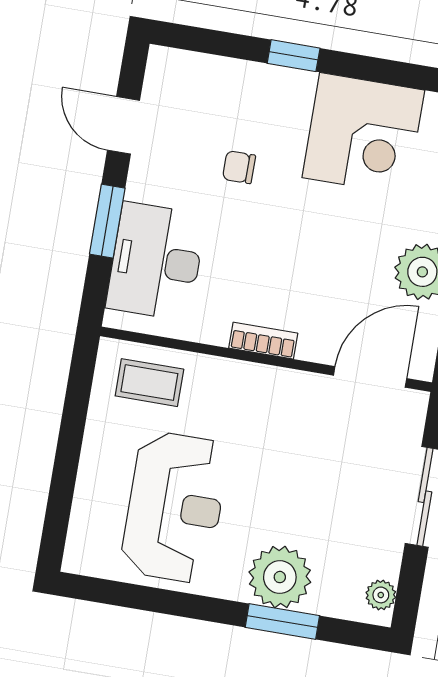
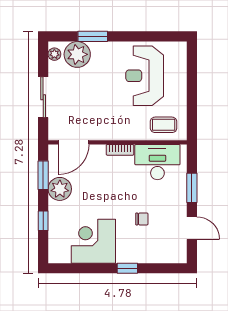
desk: (156, 261) -> (157, 162), moved, turned -90
plant: (280, 577) -> (77, 54), moved

